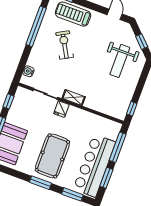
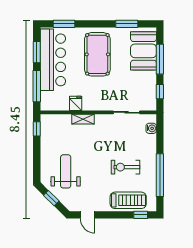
exercise bike: (65, 45) -> (125, 167), turned 119
shelving: (74, 97) -> (83, 119), moved
fridge: (61, 109) -> (76, 103), moved
window: (40, 183) -> (127, 24), moved

